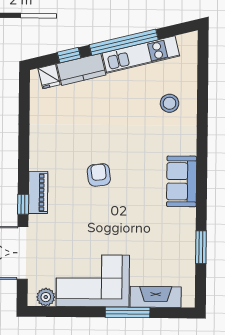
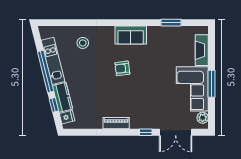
armchair: (99, 175) -> (122, 68), moved
piano: (38, 192) -> (116, 123), moved
window: (128, 312) -> (212, 84), moved

